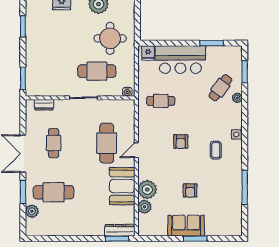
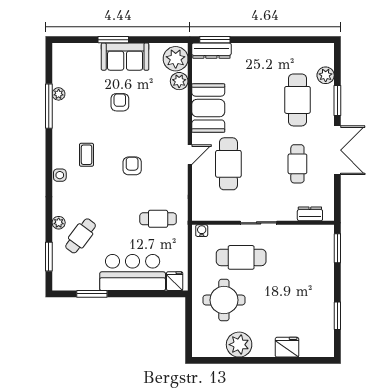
plant: (147, 190) -> (176, 59), moved
cafe table: (54, 192) -> (297, 100), turned 90
plant: (237, 197) -> (59, 94), added

